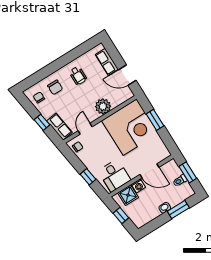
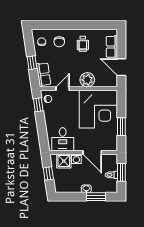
window: (155, 120) -> (121, 127), moved
window: (88, 177) -> (38, 105), moved

